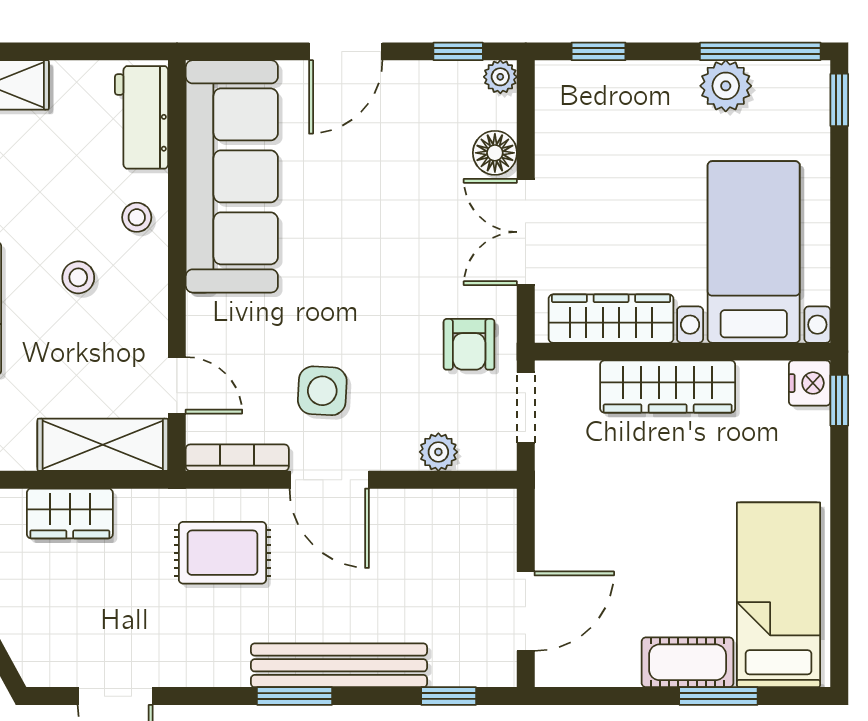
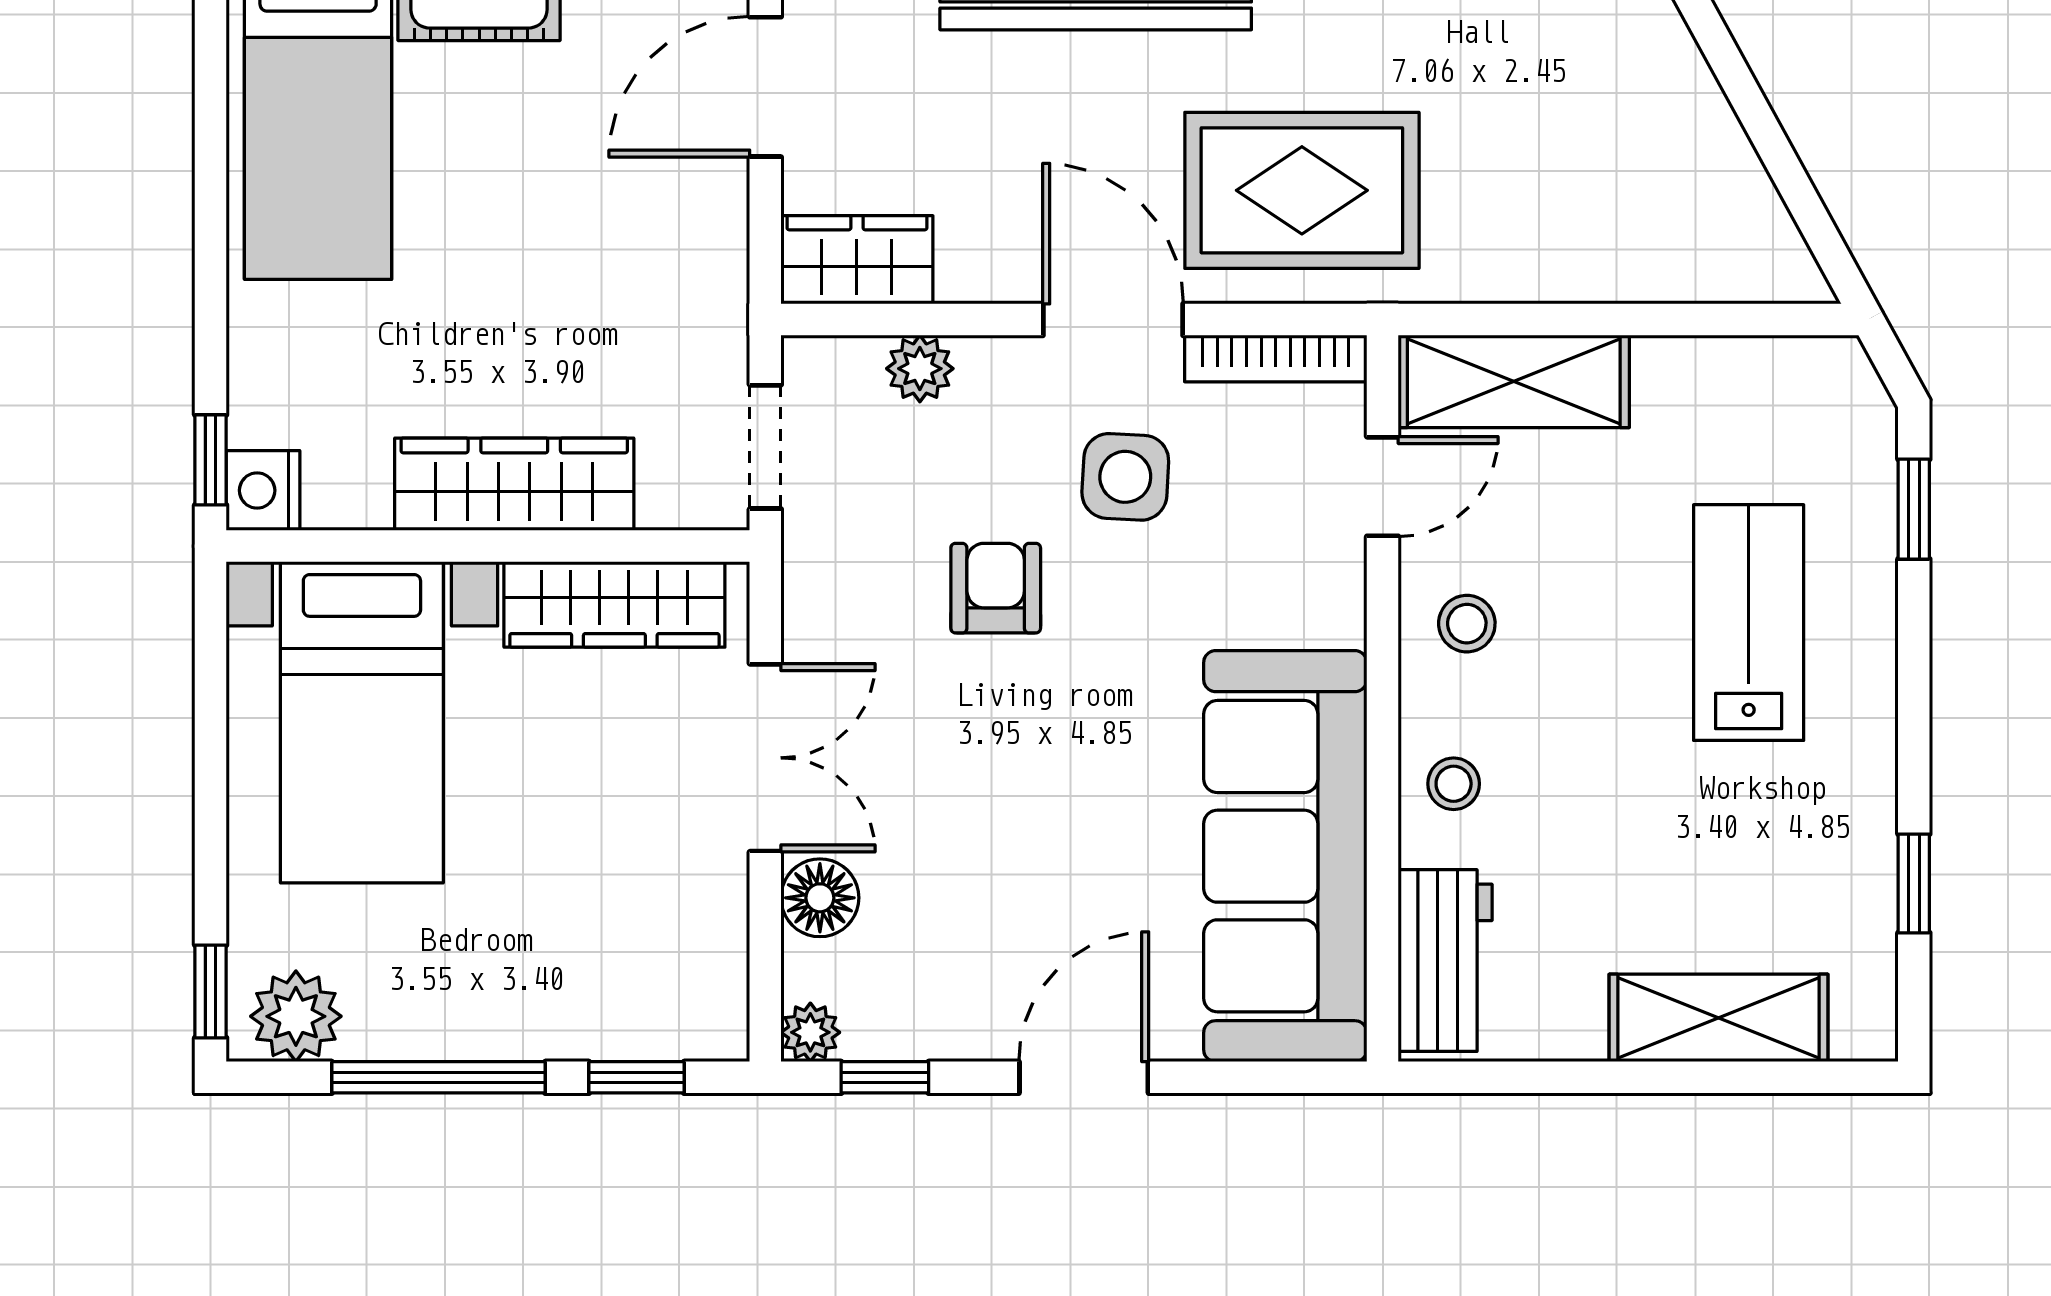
window: (760, 51) -> (439, 1077), moved
plant: (726, 86) -> (296, 1016), moved
stool: (78, 277) -> (1467, 624), moved
armchair: (469, 344) -> (996, 588), moved
door: (177, 385) -> (1383, 487), swing flipped
wardrobe: (70, 513) -> (857, 260), moved
rug: (222, 553) -> (1302, 190), width x1.36, depth x1.43

